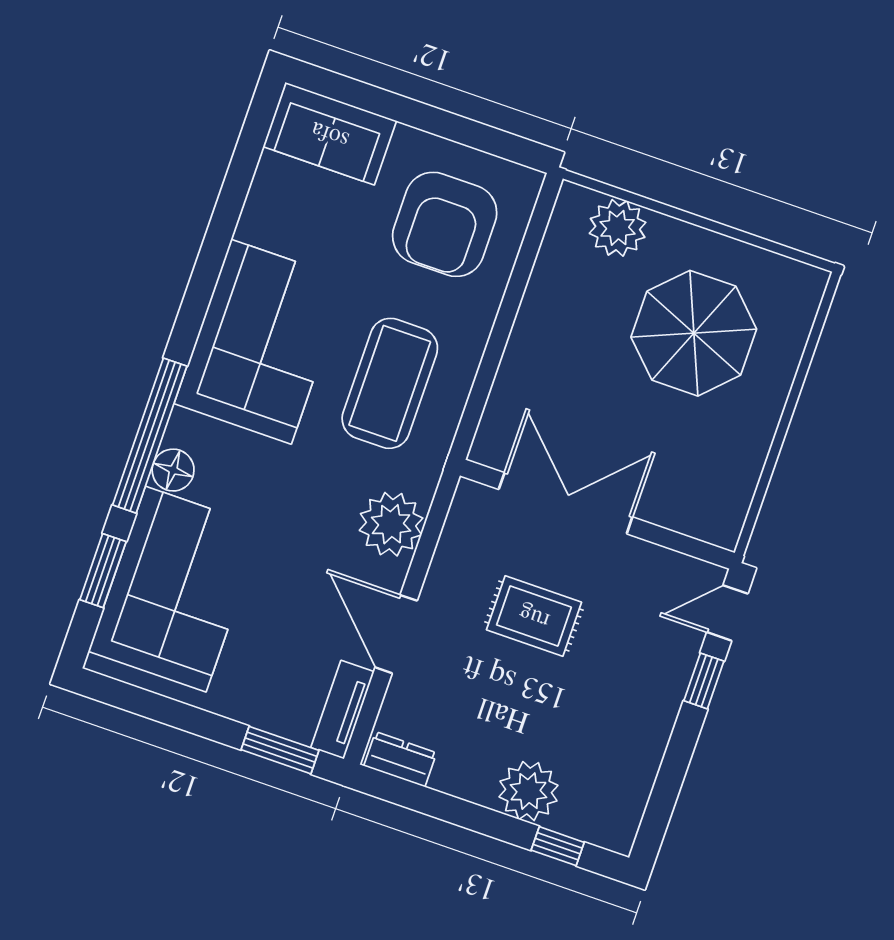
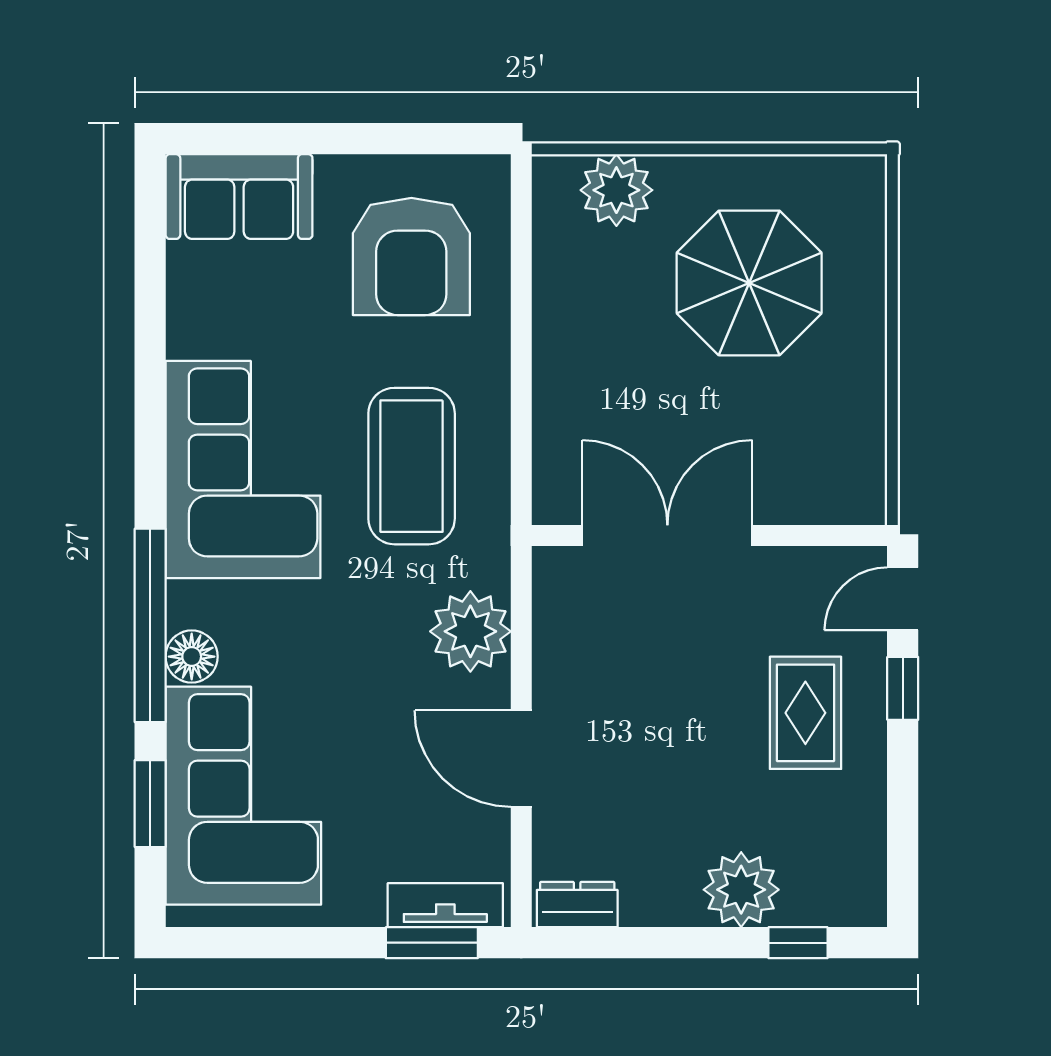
rug: (534, 616) -> (805, 713), moved, turned 90
tv unit: (342, 710) -> (445, 905), moved, turned 90

